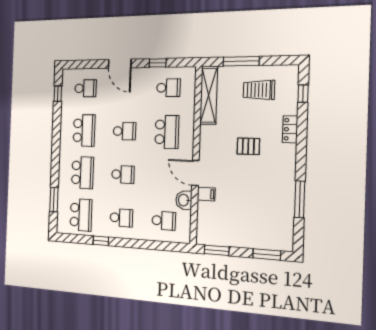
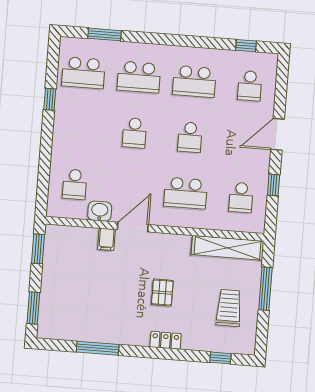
locker: (290, 129) -> (166, 340), moved
school desk: (121, 218) -> (79, 129), removed

